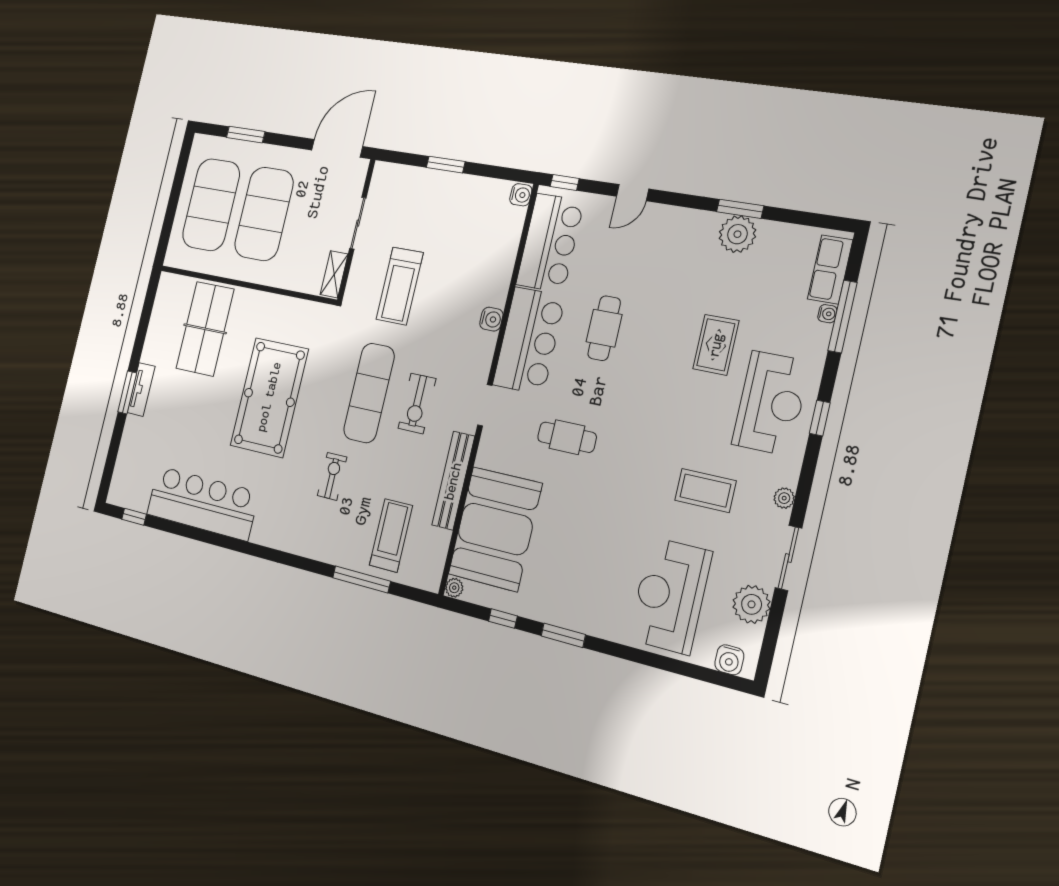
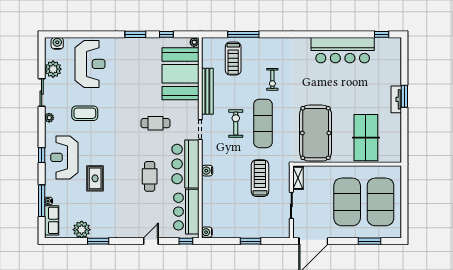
plant: (737, 234) -> (82, 230), moved
pool table: (269, 397) -> (316, 133), moved

